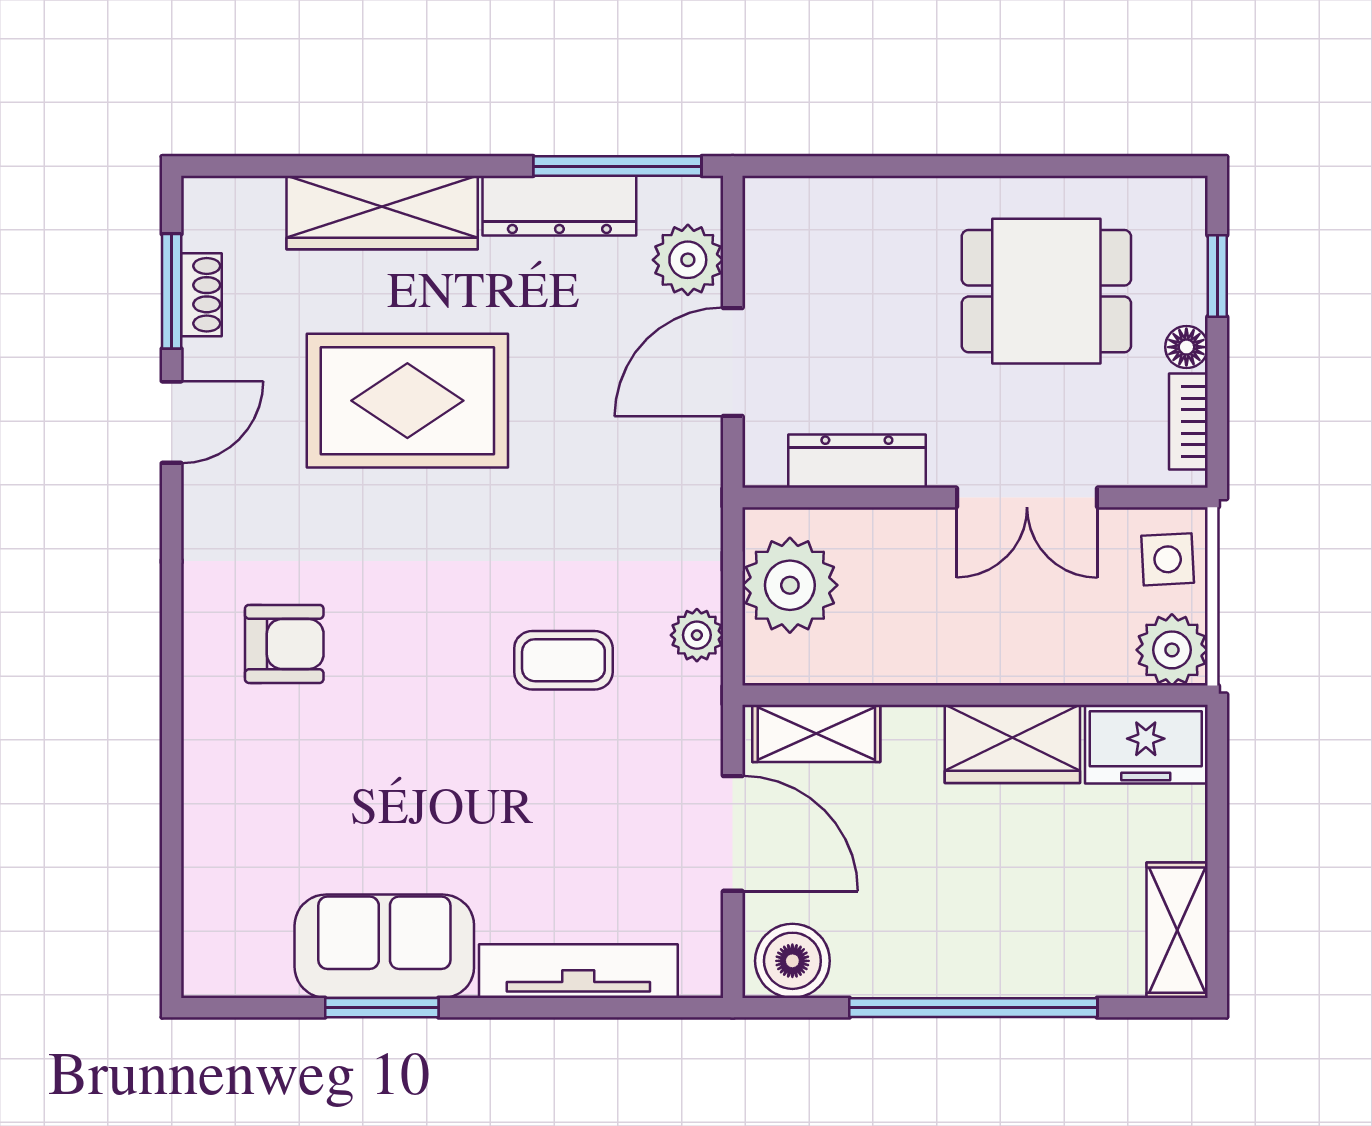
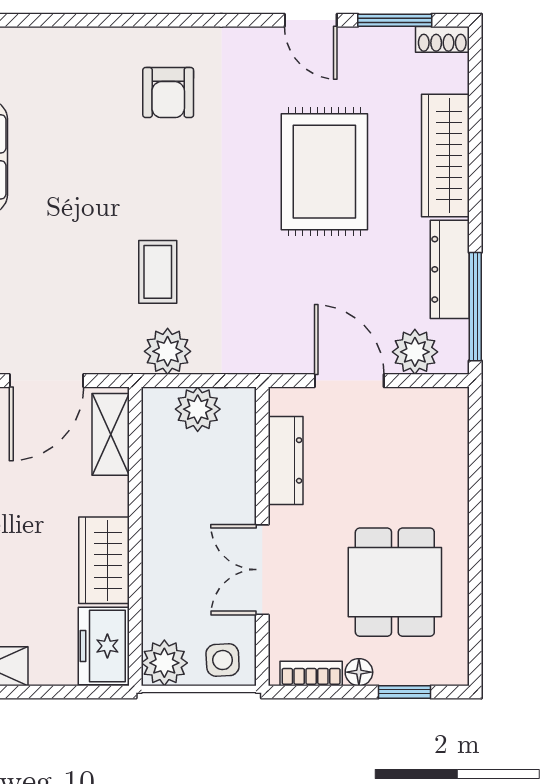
shoe rack: (201, 295) -> (442, 39), moved
plant: (790, 585) -> (198, 409), width x0.73, depth x0.73
plant: (697, 635) -> (168, 351), width x1.38, depth x1.38

